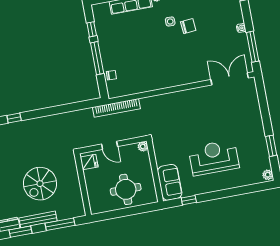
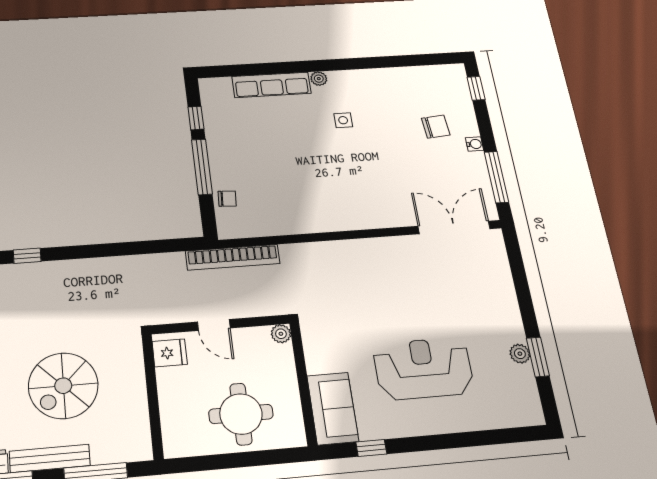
chair: (188, 26) -> (436, 127), moved
plant: (268, 175) -> (520, 354), moved

